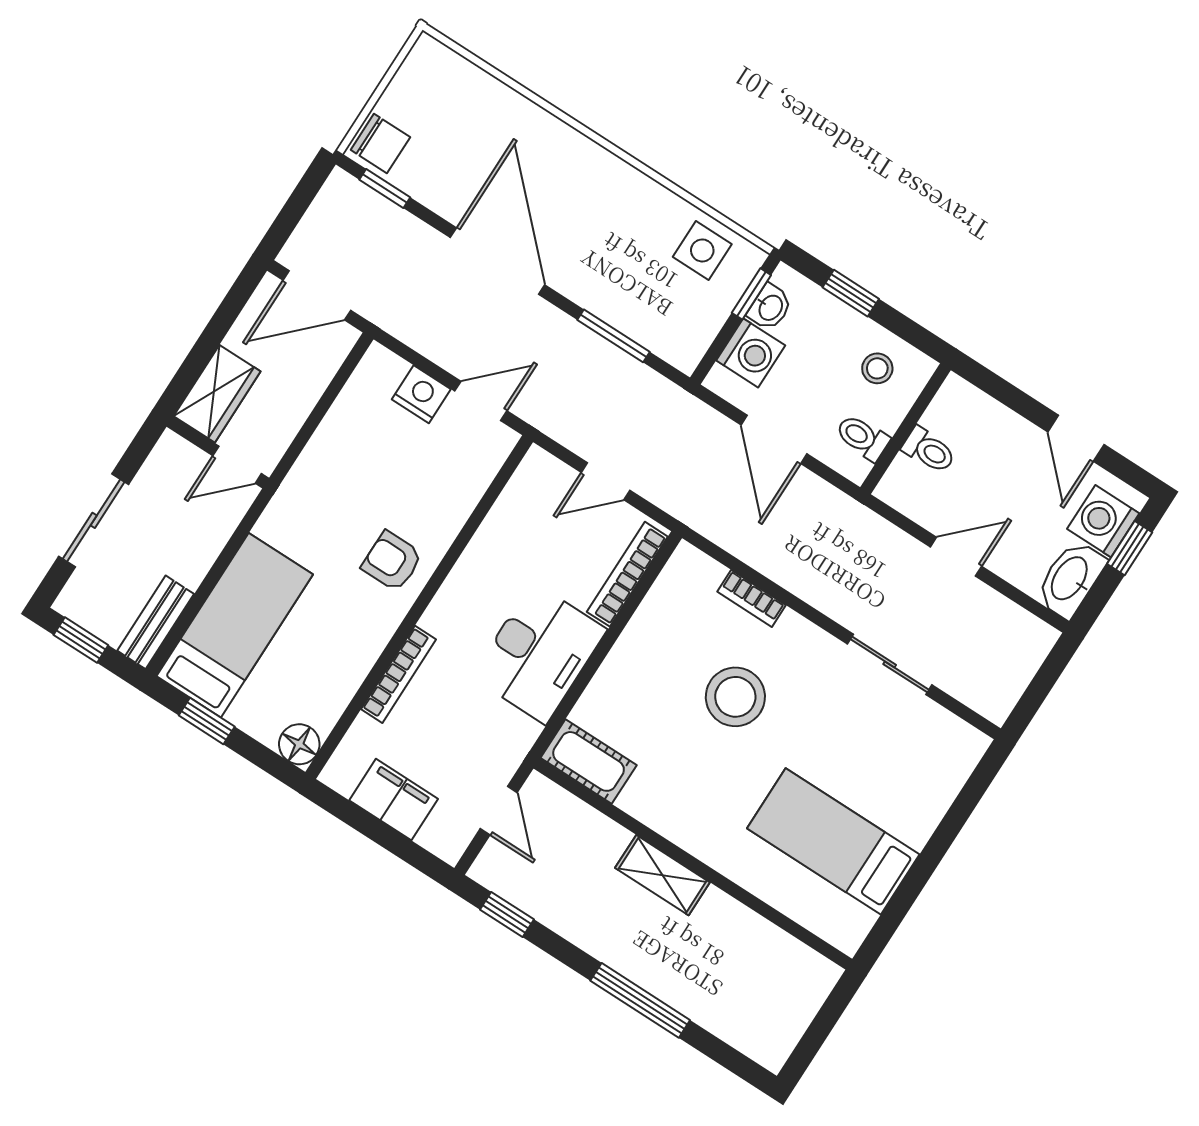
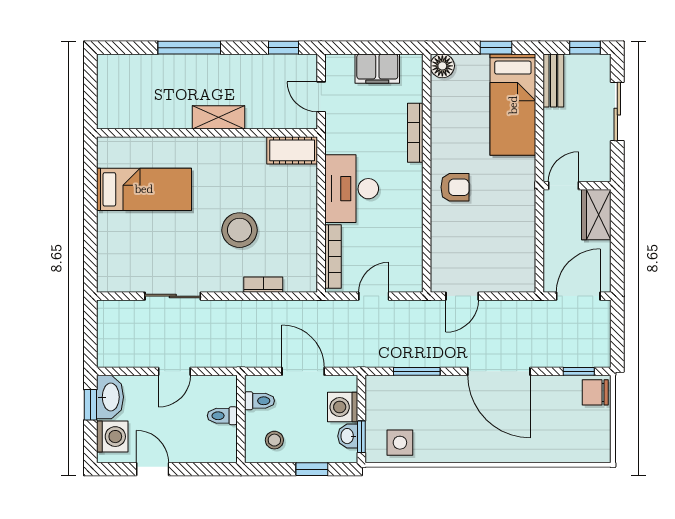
nightstand: (421, 394) -> (494, 280), removed
window: (1130, 548) -> (90, 405), moved

